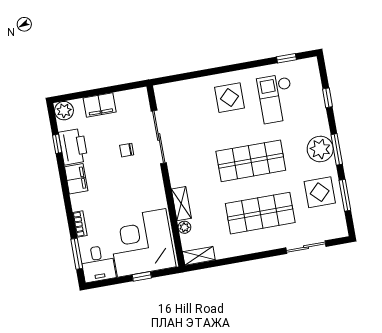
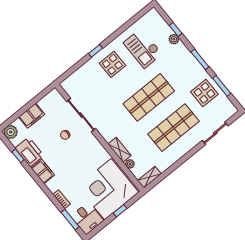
window: (286, 58) -> (95, 51), moved
plant: (320, 149) -> (174, 39), moved, width x0.53, depth x0.53

